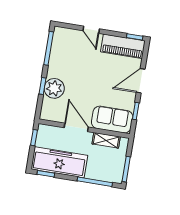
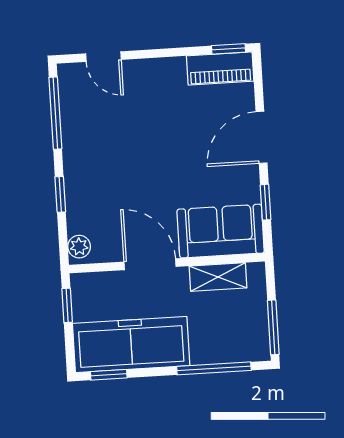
door: (91, 30) -> (103, 57), moved
piano: (123, 46) -> (220, 68), width x0.73, depth x0.75
plant: (54, 88) -> (79, 247), moved, width x0.53, depth x0.53

